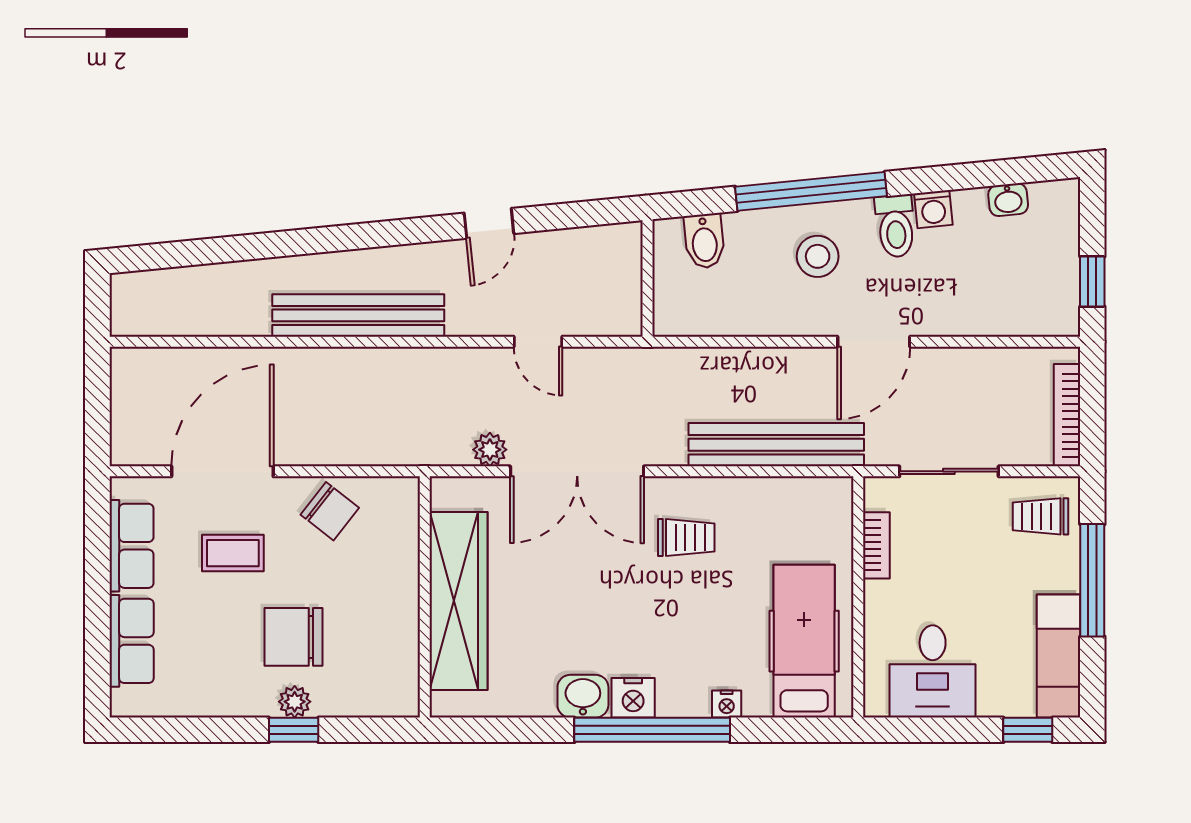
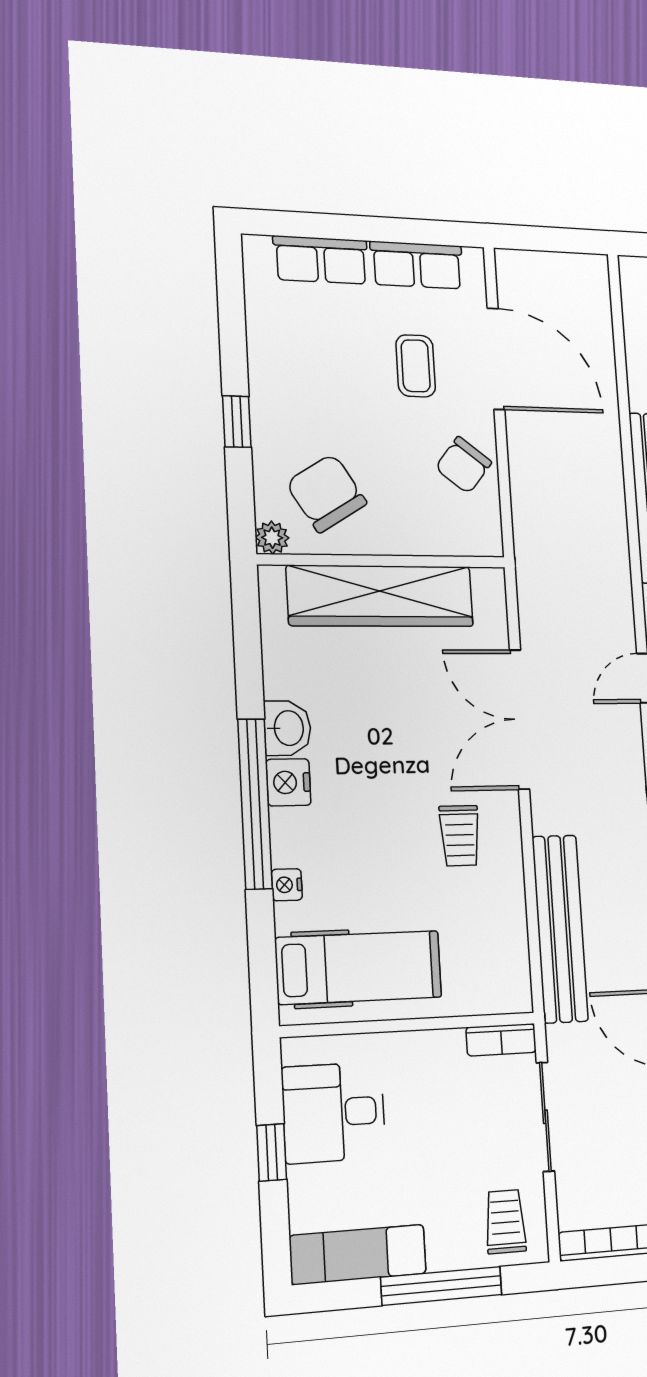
plant: (490, 450) -> (535, 629), removed
bookcase: (876, 545) -> (501, 1040), moved
chair: (294, 637) -> (326, 493), moved, turned -32
plant: (295, 702) -> (272, 538), moved
window: (1028, 730) -> (272, 1152), moved

